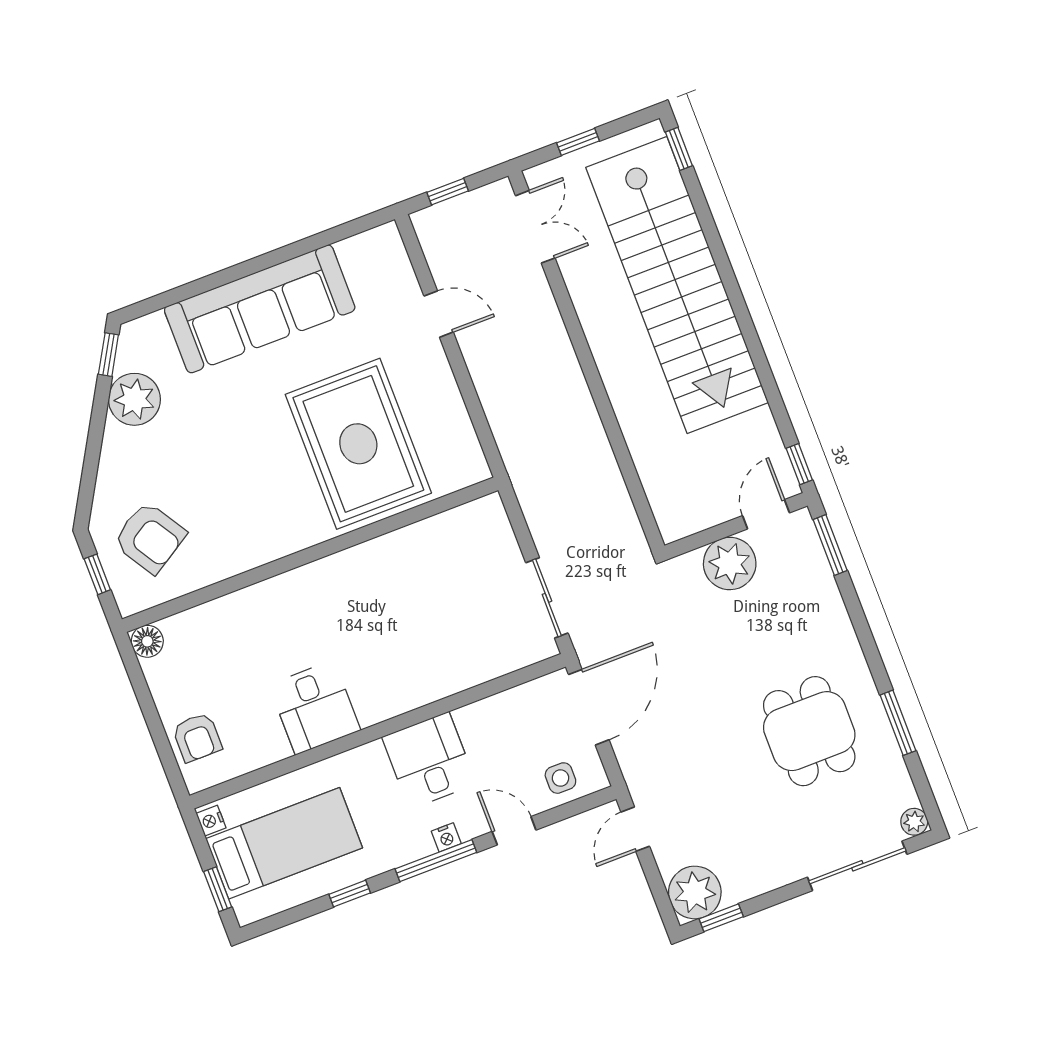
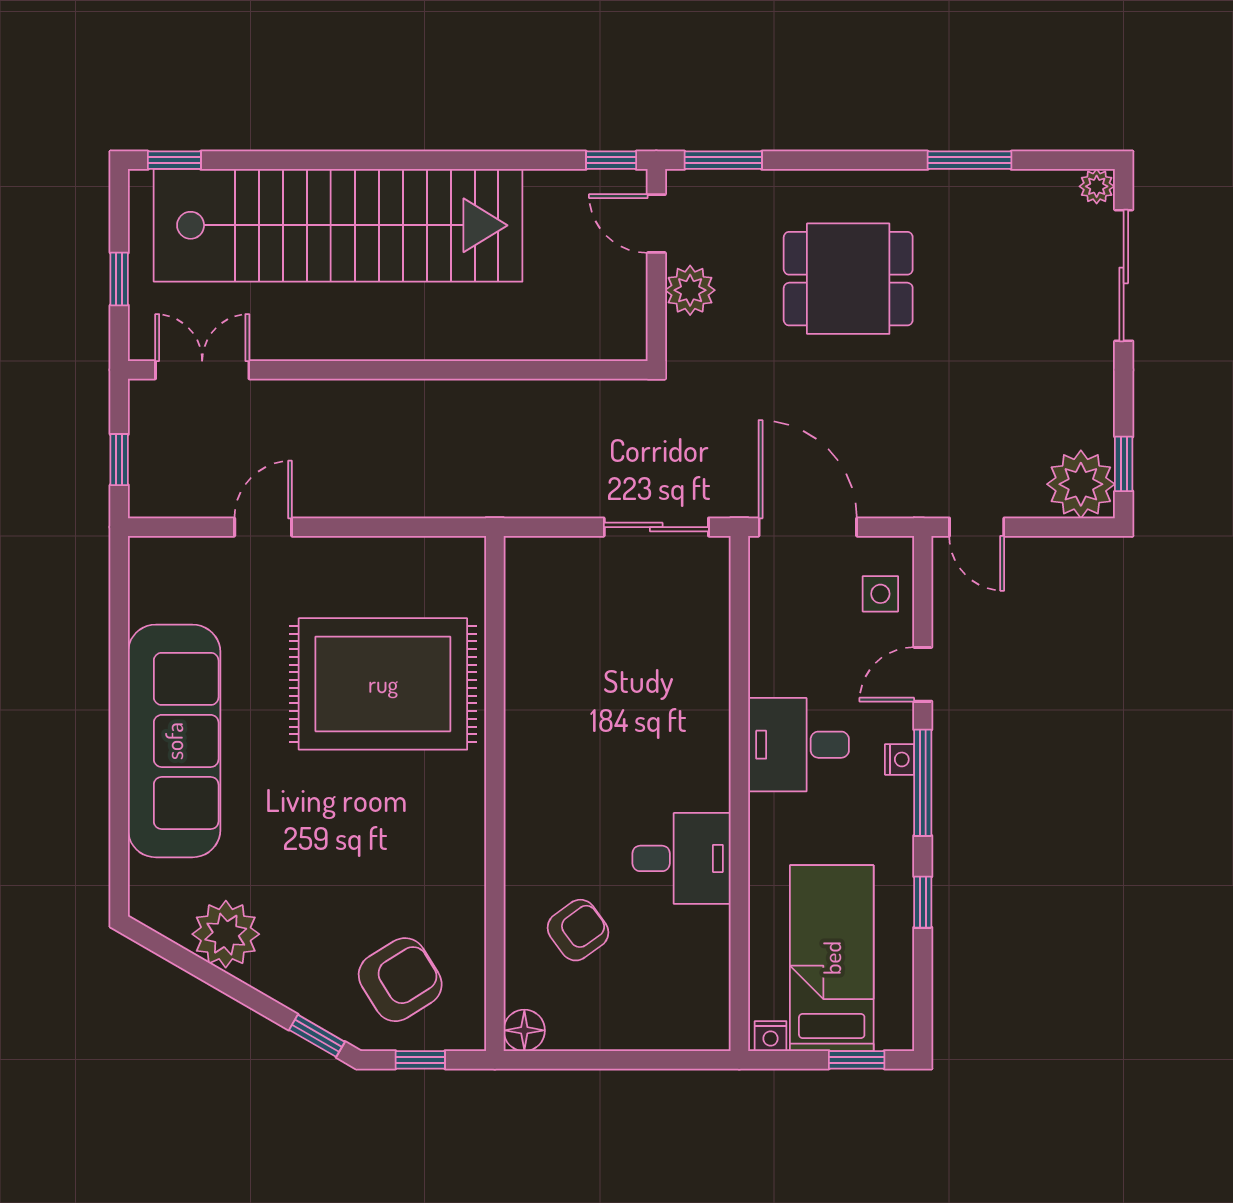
window: (108, 355) -> (317, 1036), moved
plant: (730, 563) -> (690, 290), width x0.73, depth x0.73
dining table: (809, 731) -> (848, 279), moved
armchair: (197, 737) -> (578, 930), moved, turned -36

